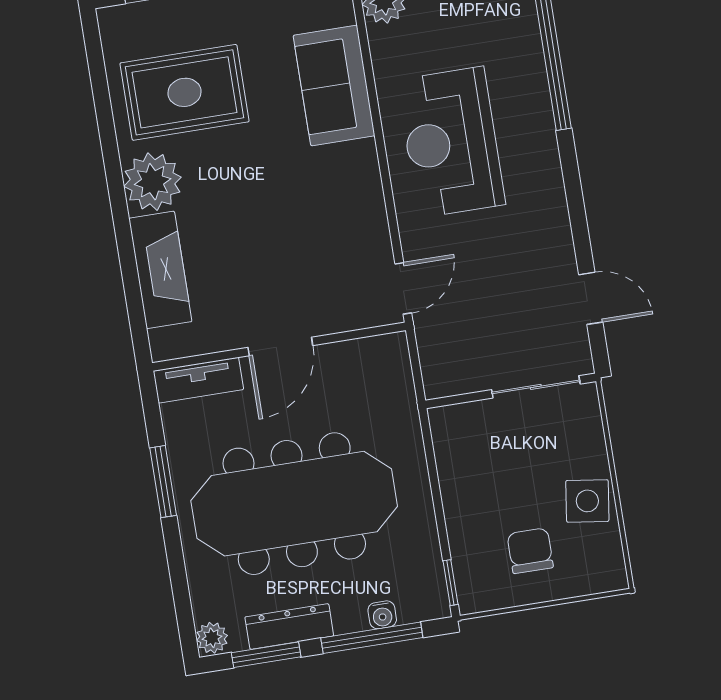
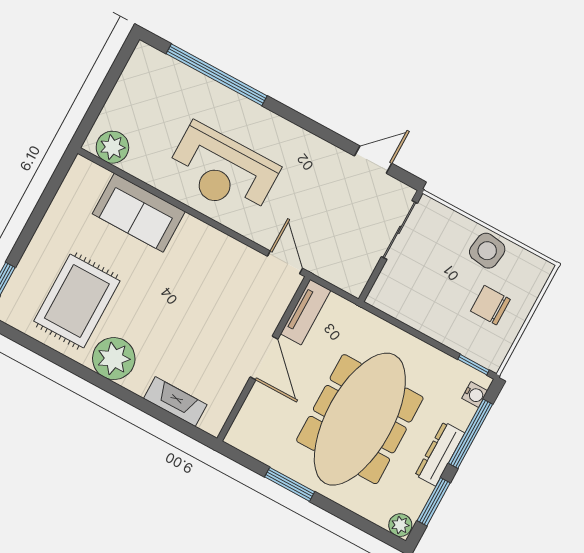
fireplace: (160, 270) -> (175, 402), width x0.73, depth x0.76
tv unit: (198, 380) -> (306, 312), moved
water cooler: (382, 615) -> (475, 394), moved
dresser: (289, 626) -> (440, 454), moved

